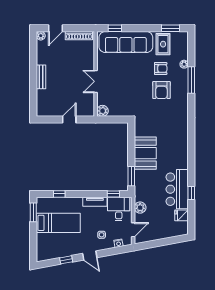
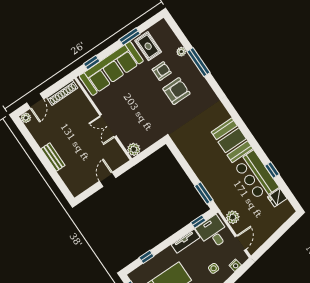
window: (170, 28) -> (130, 37), moved
armchair: (161, 90) -> (176, 91), turned -90
booth: (145, 153) -> (232, 140), moved

